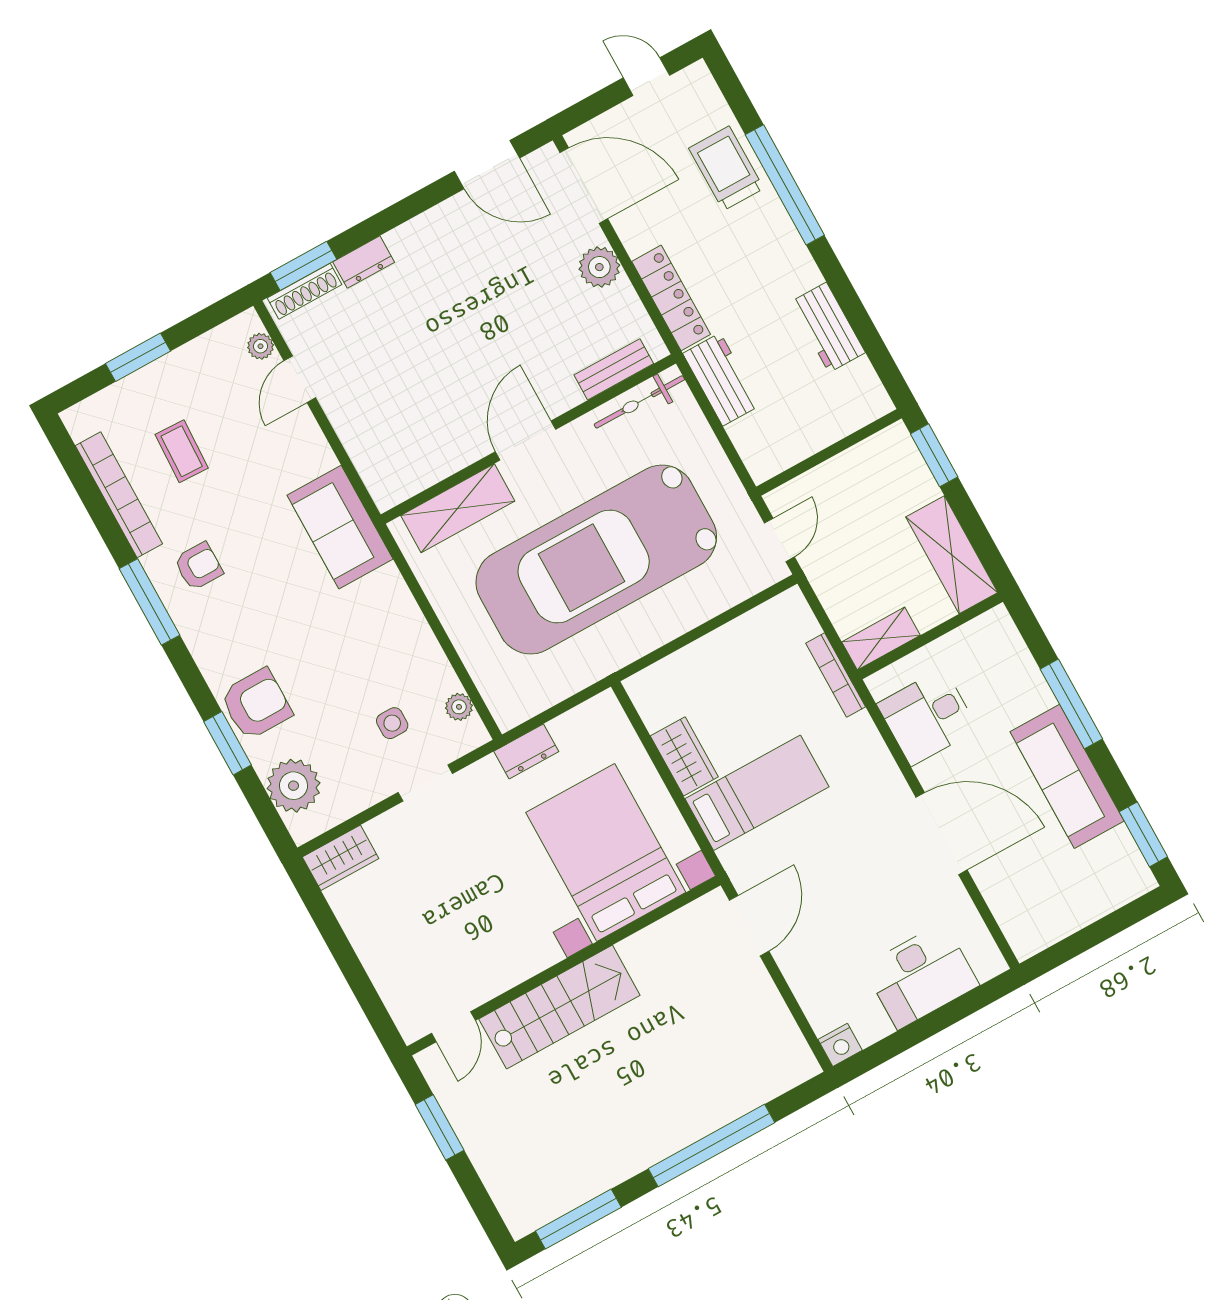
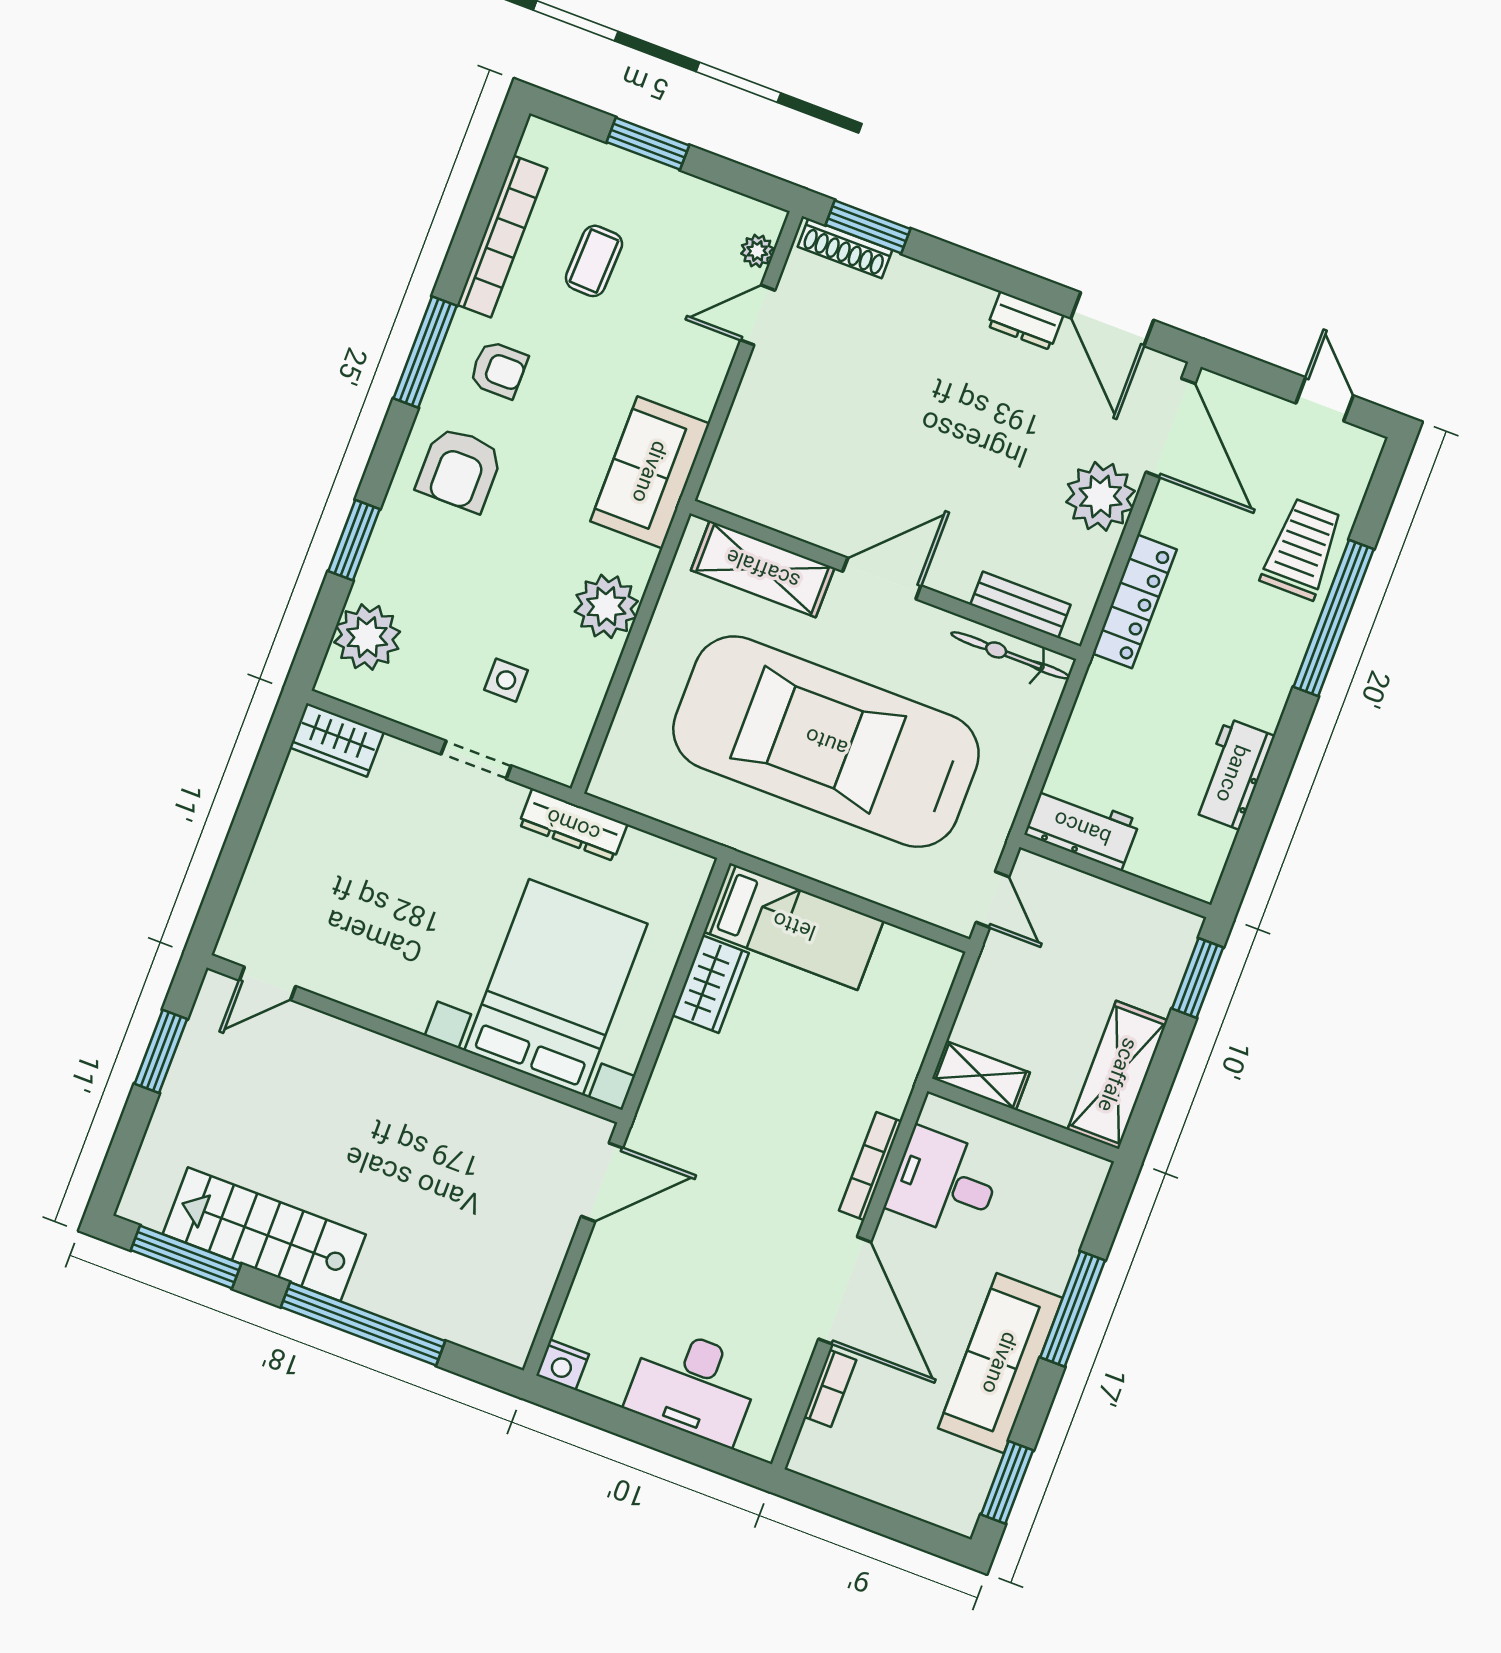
dresser: (364, 262) -> (1025, 320), moved
plant: (599, 267) -> (1100, 496), width x1.36, depth x1.36
workbench: (721, 379) -> (1082, 828), moved, turned -90
door: (779, 540) -> (992, 900), hinge flipped
bookcase: (836, 675) -> (870, 1166), moved
armchair: (256, 704) -> (460, 469), moved, turned 90
plant: (459, 707) -> (606, 606), moved, width x1.88, depth x1.88
dresser: (526, 751) -> (573, 825), width x1.44
bed: (757, 793) -> (794, 926), moved
bookcase: (994, 894) -> (830, 1388), added
stairs: (559, 1007) -> (264, 1234), moved, turned 180

